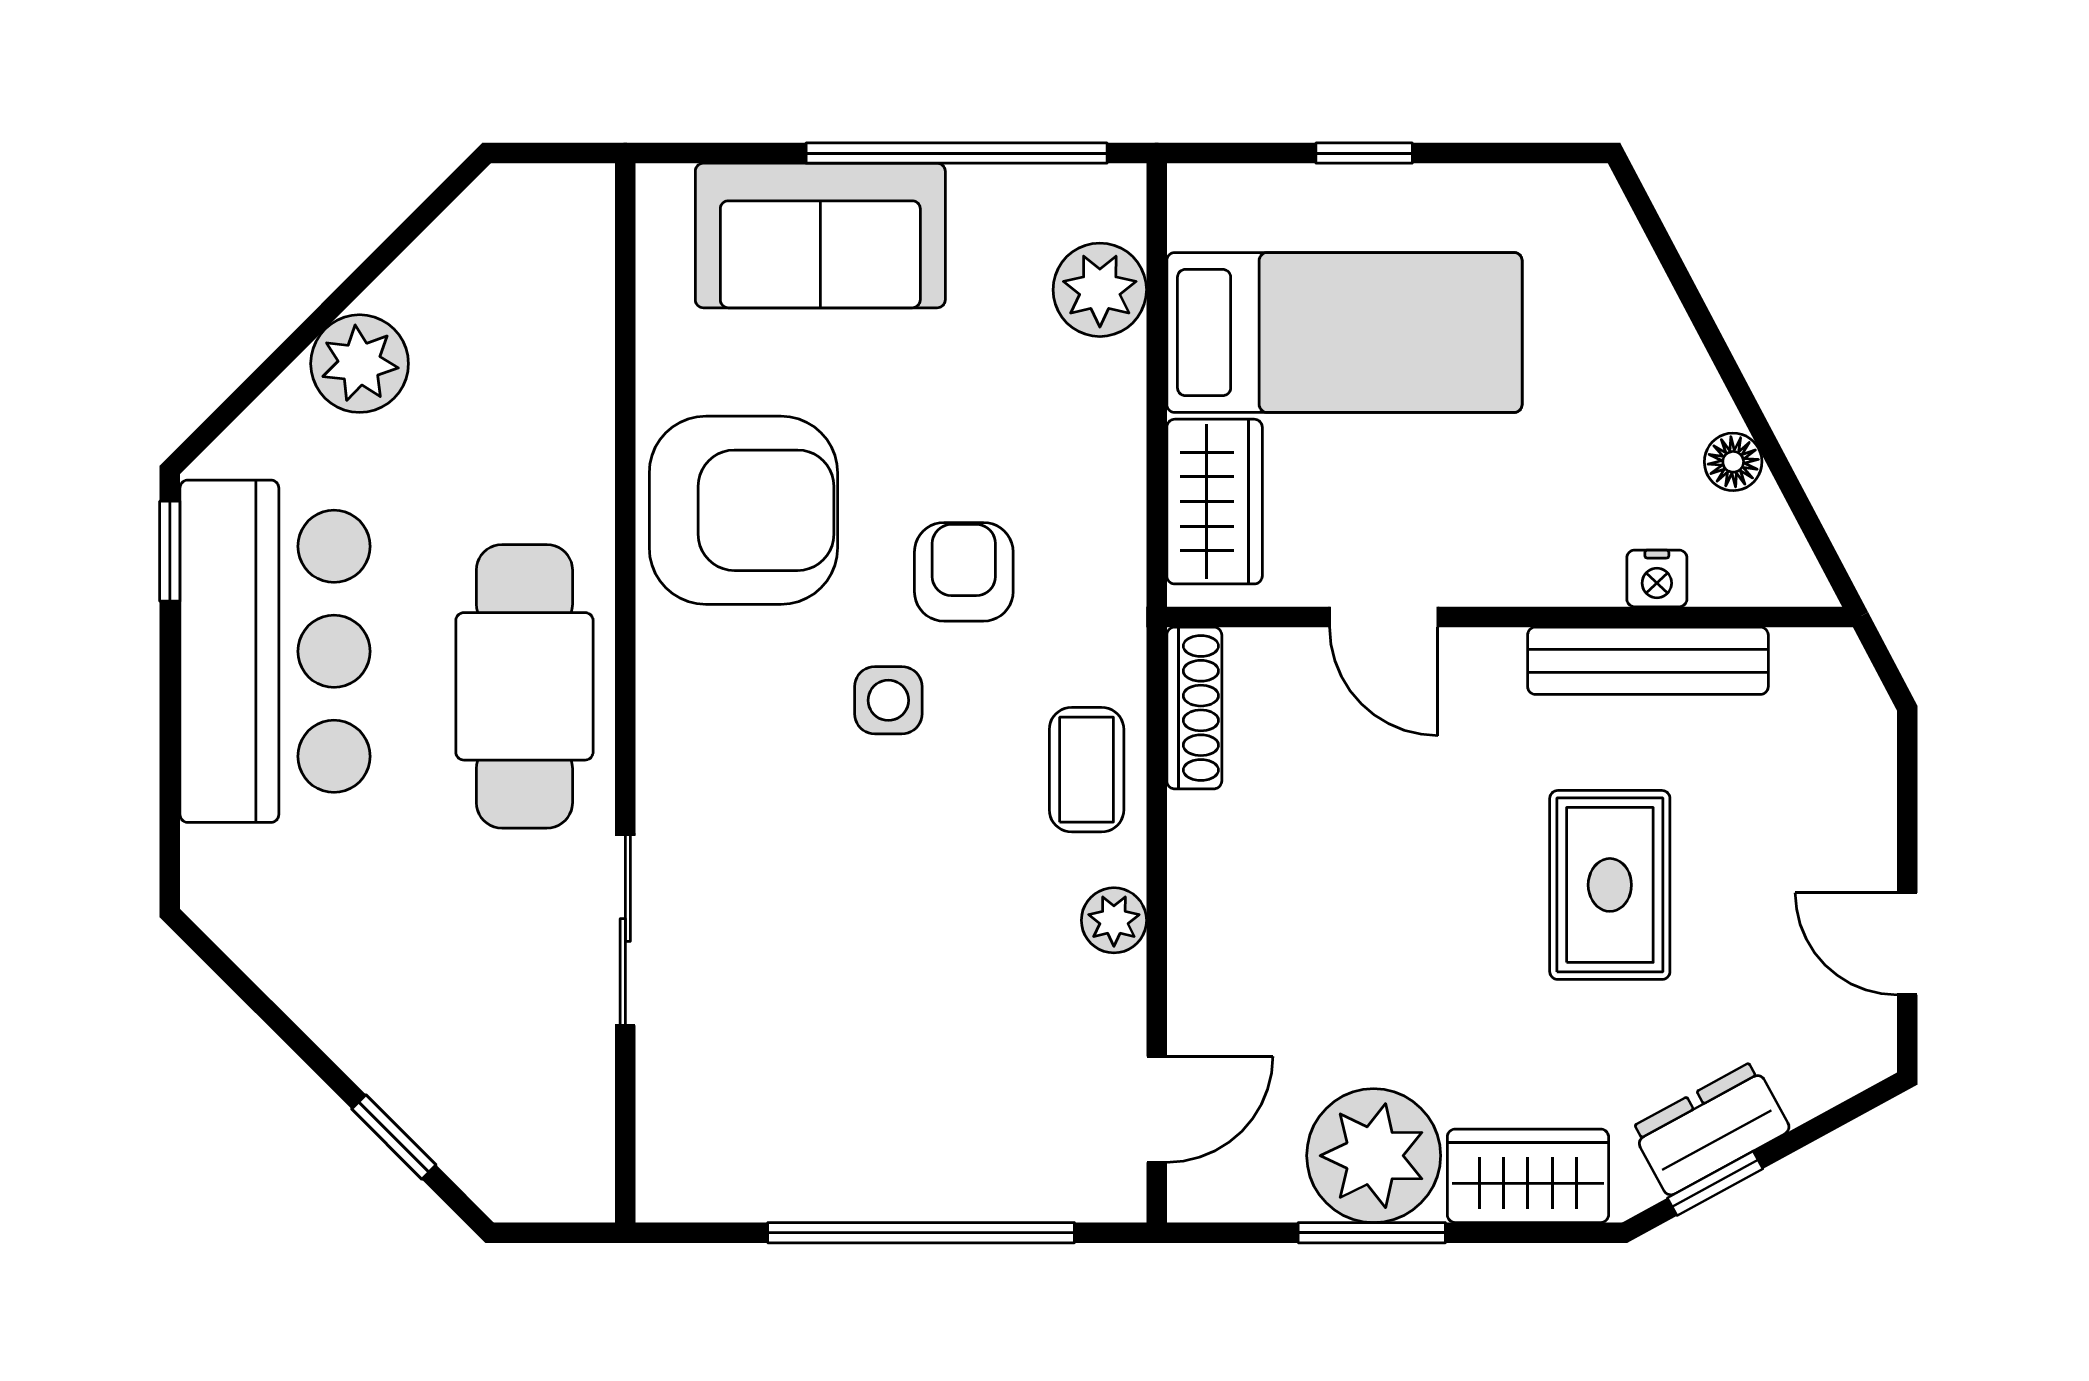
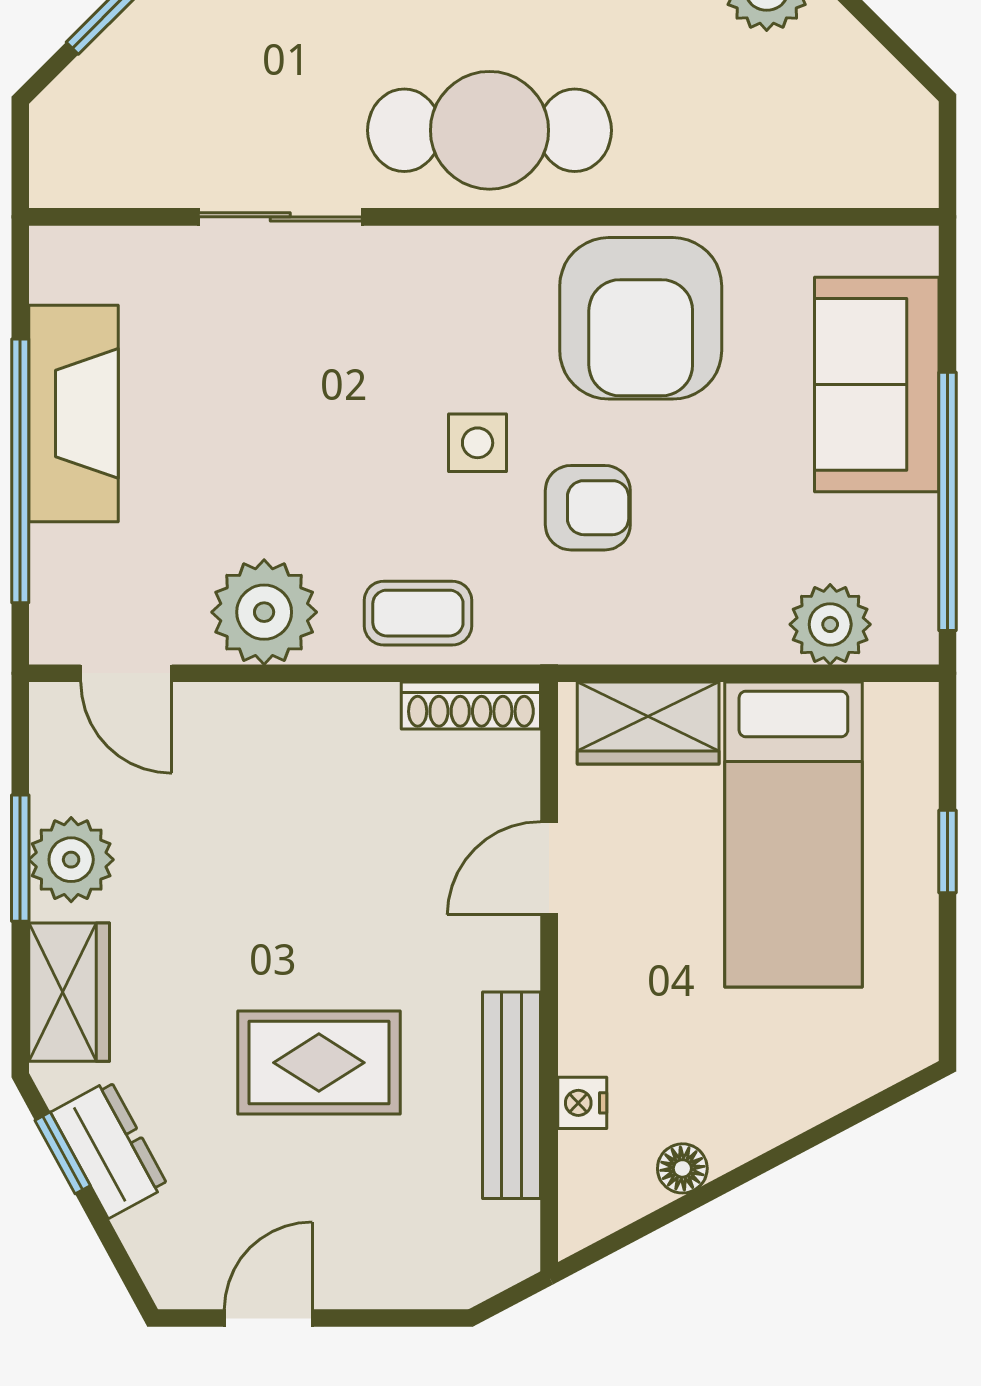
plant: (1114, 920) -> (264, 612), width x1.88, depth x1.88
plant: (1374, 1156) -> (71, 860), width x0.73, depth x0.73
fireplace: (854, 1171) -> (73, 413), added

